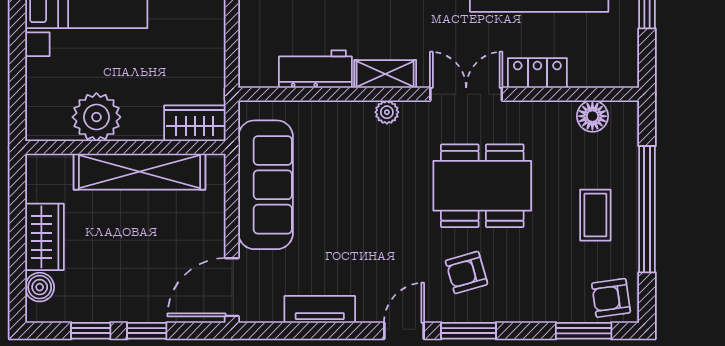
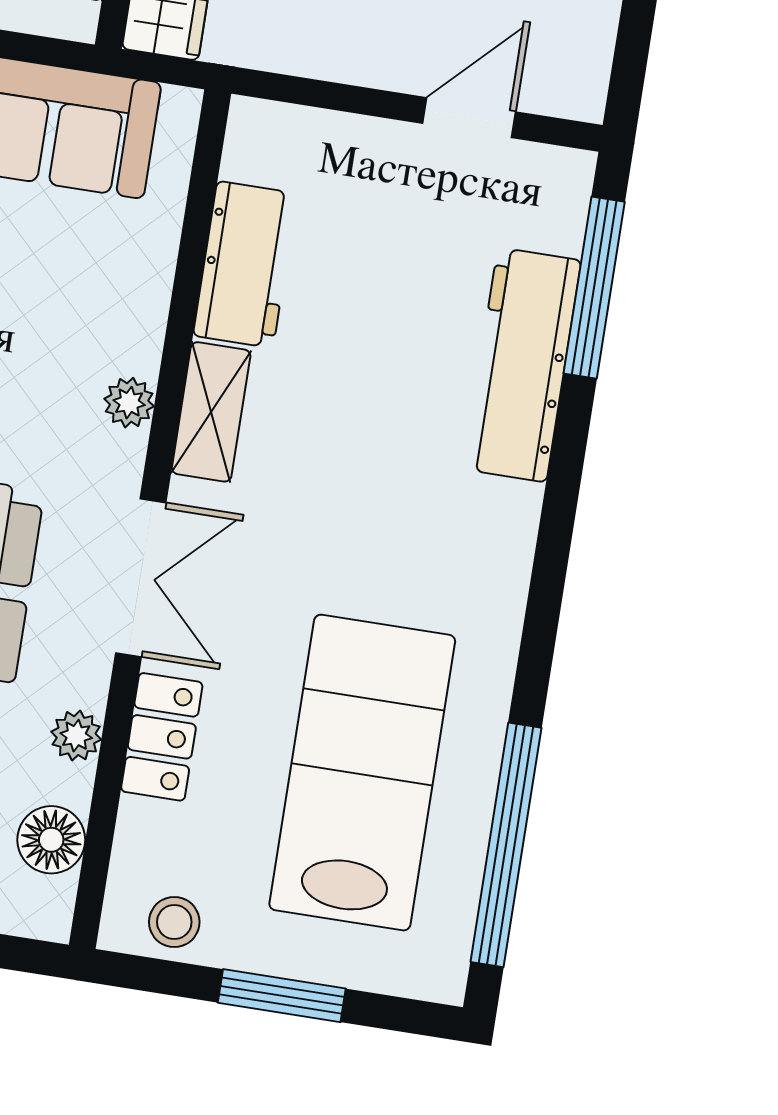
stool: (621, 54) -> (174, 922), added
plant: (543, 112) -> (76, 736), added

